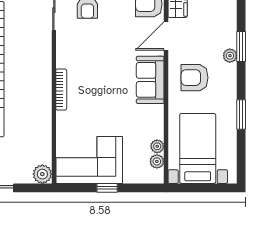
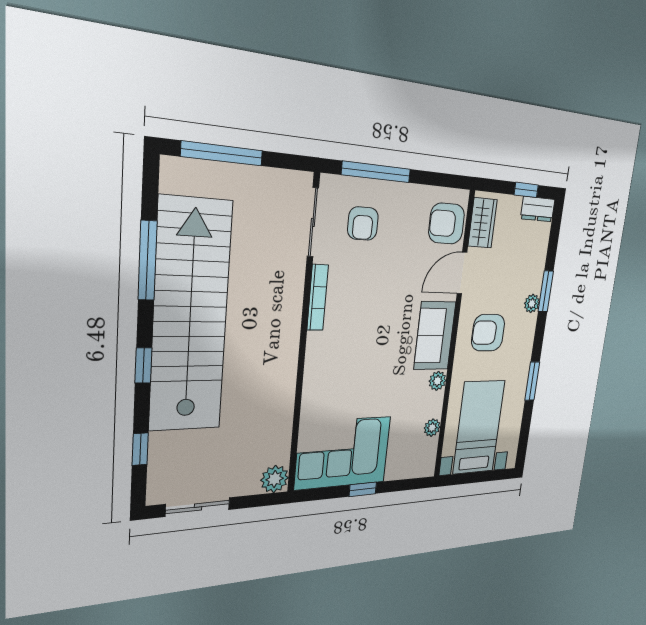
bookcase: (61, 89) -> (318, 298), moved
plant: (157, 161) -> (437, 381), moved

